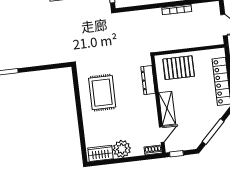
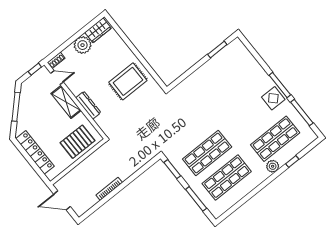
dresser: (148, 80) -> (88, 105), moved
rug: (102, 93) -> (128, 81), turned 90
door: (162, 134) -> (57, 78), swing flipped

